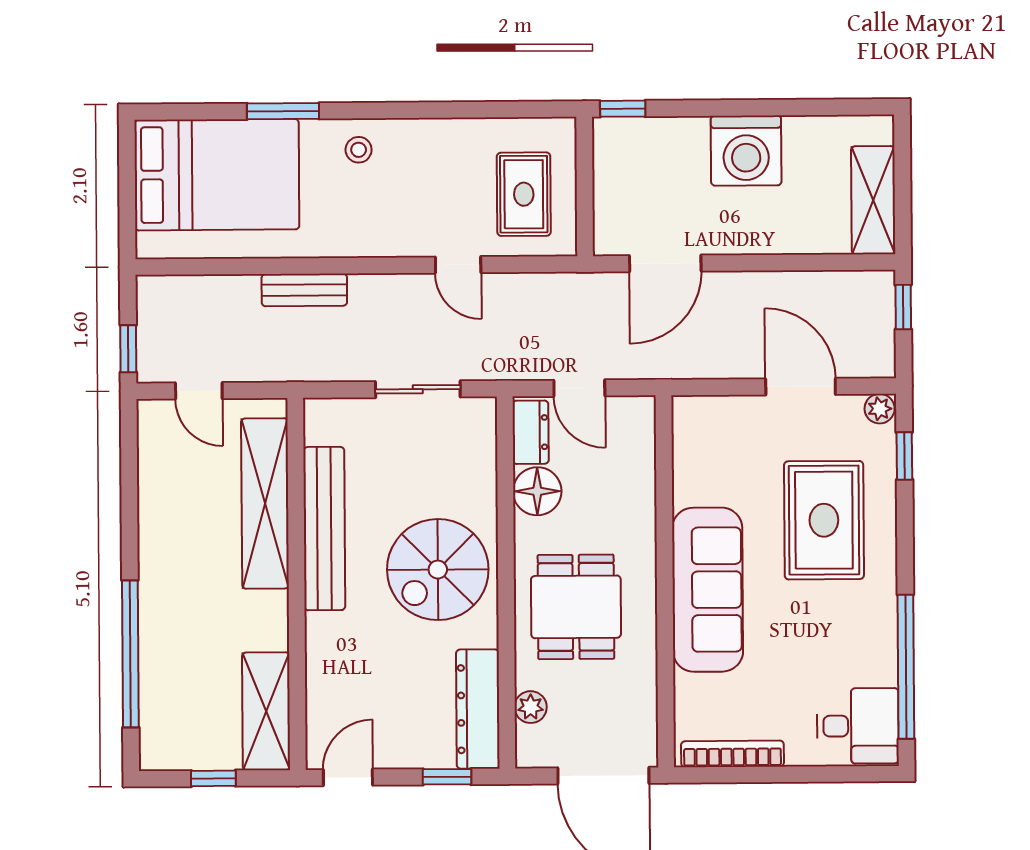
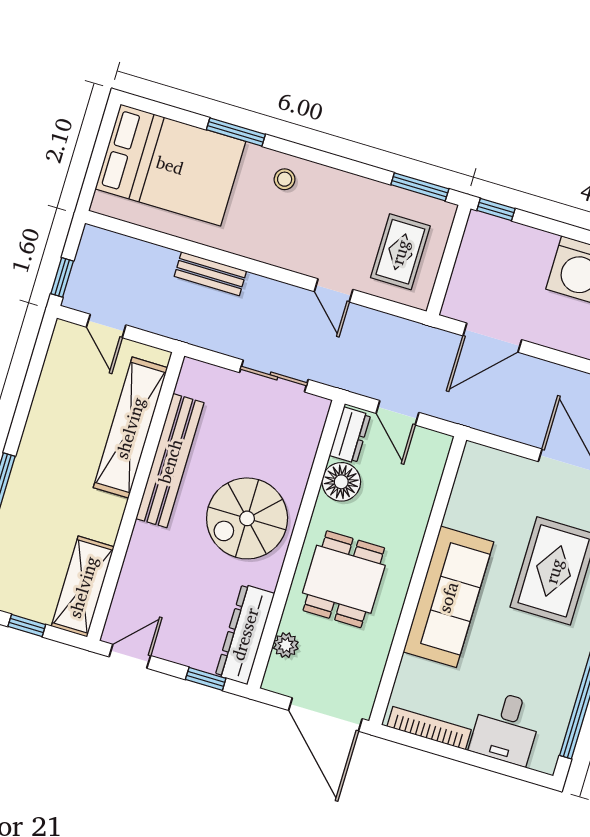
window: (523, 109) -> (420, 187), added
desk: (858, 726) -> (506, 728), moved, turned 90

